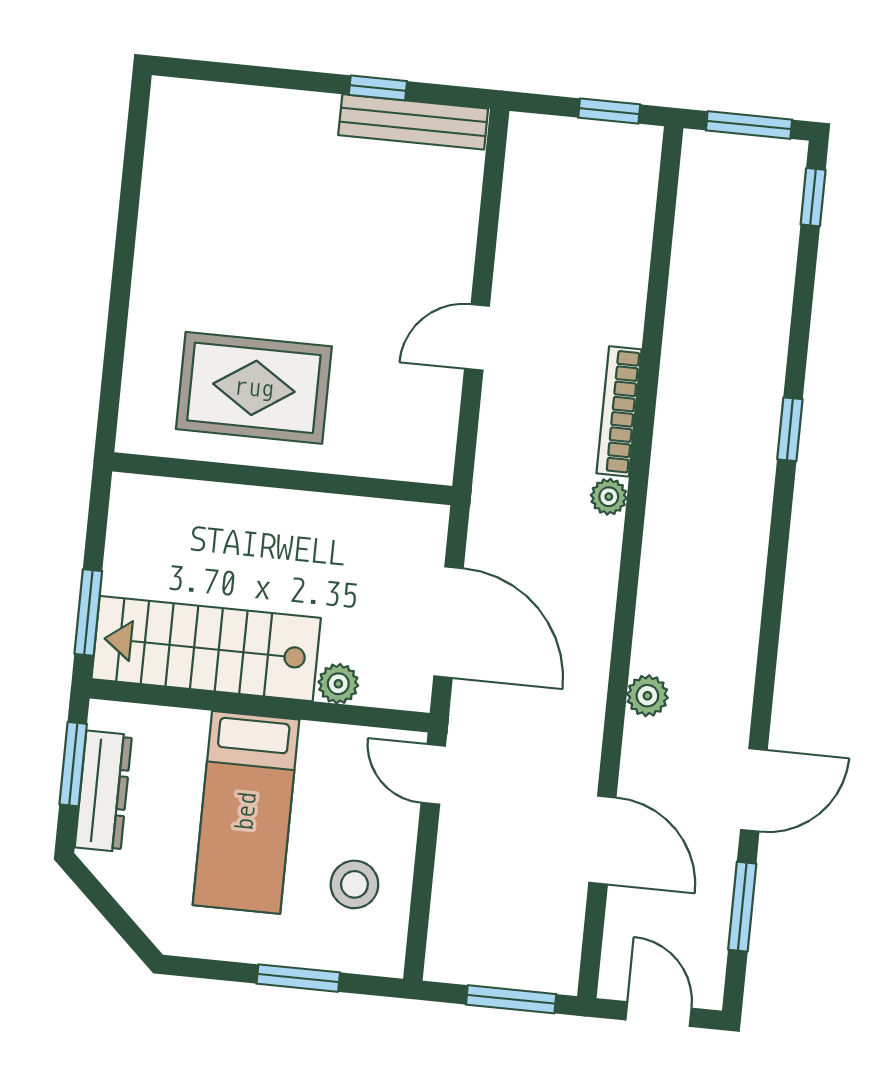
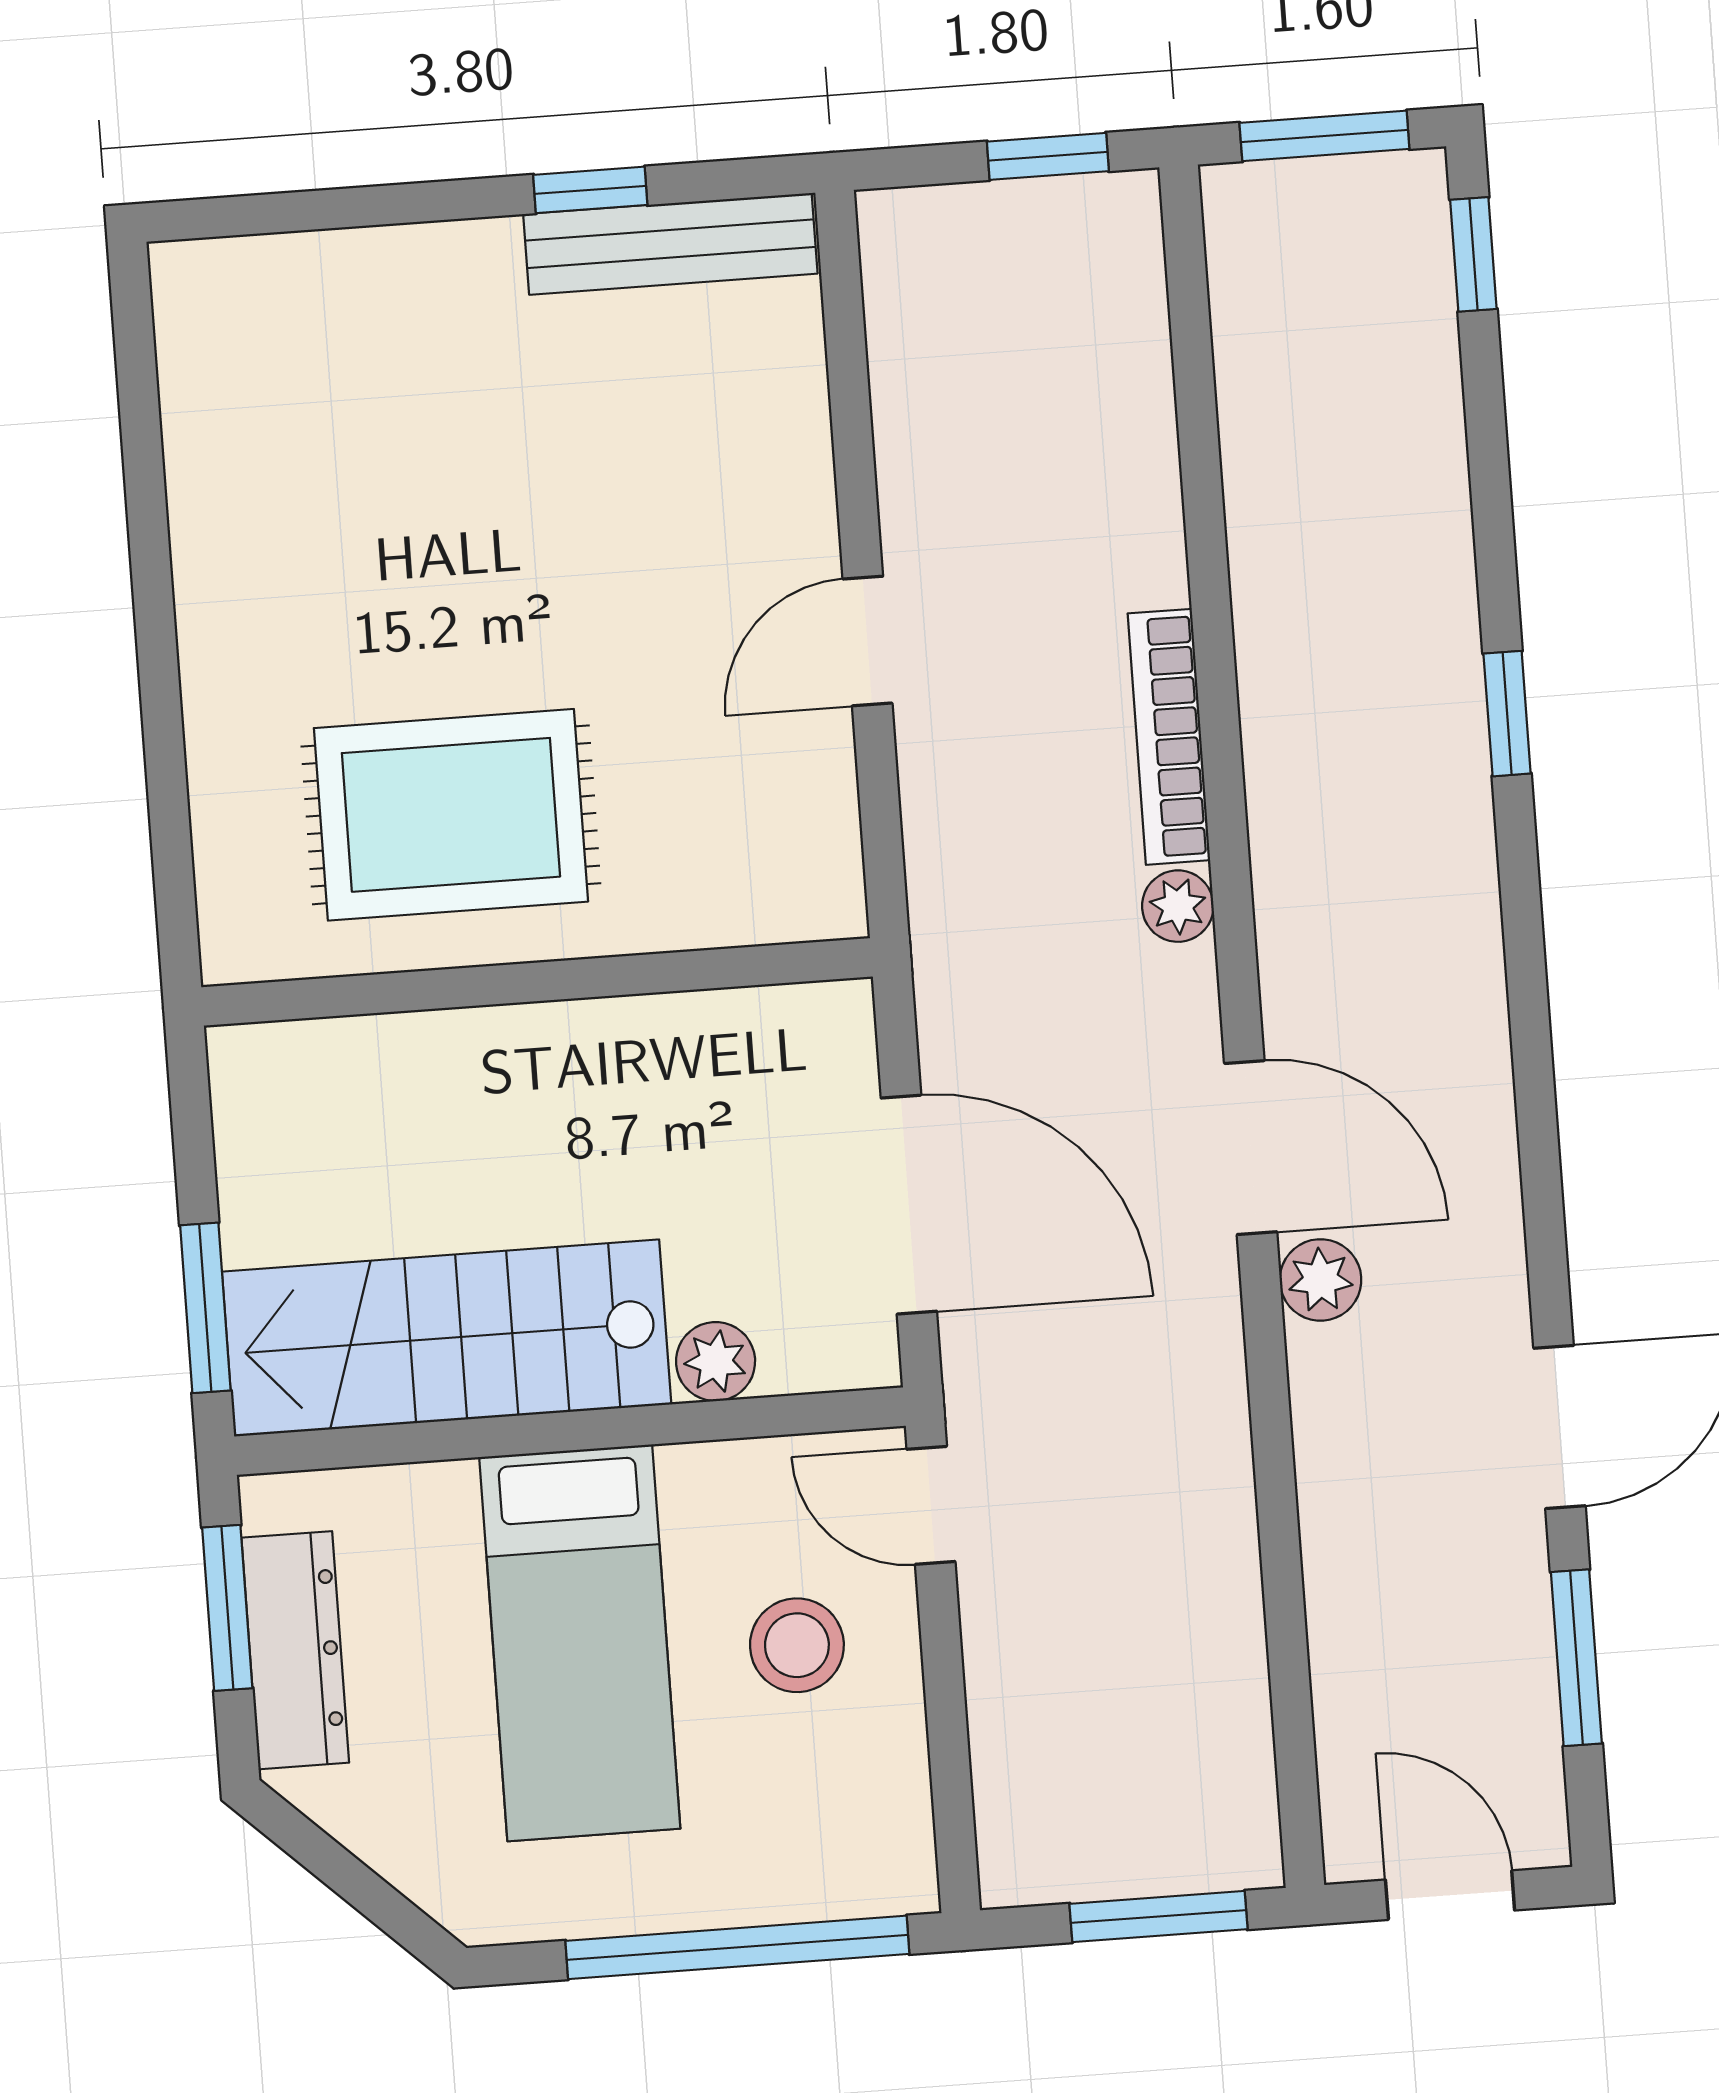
door: (602, 840) -> (1251, 1148), moved
stool: (354, 884) -> (797, 1645), moved
window: (298, 978) -> (737, 1947), width x2.11

